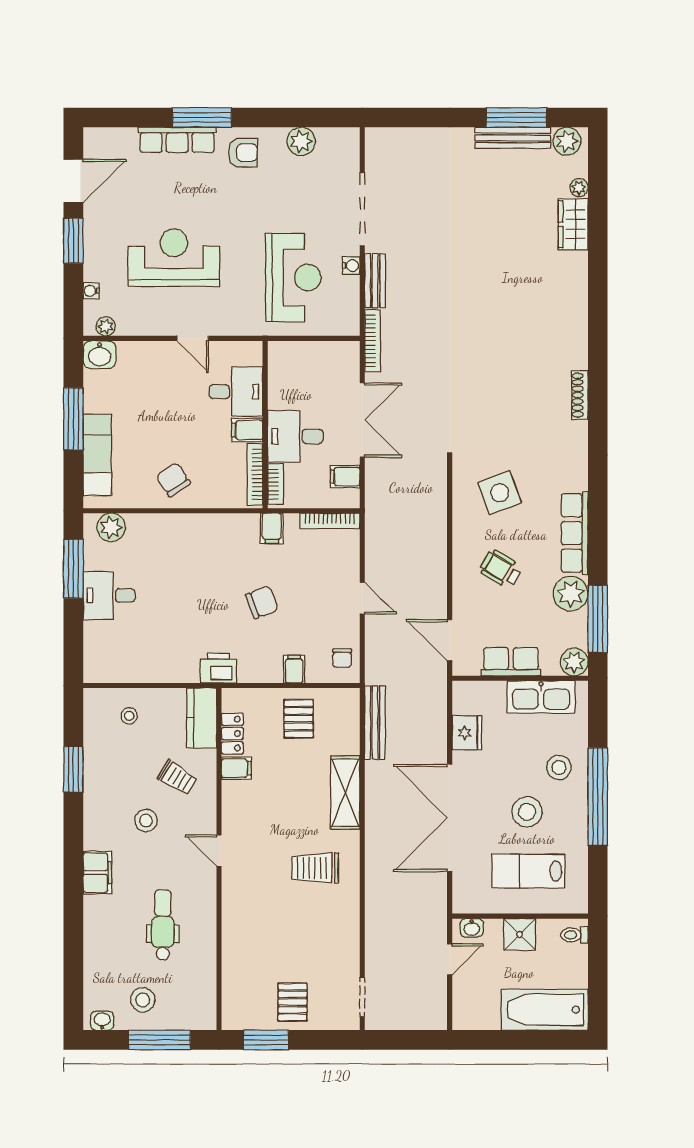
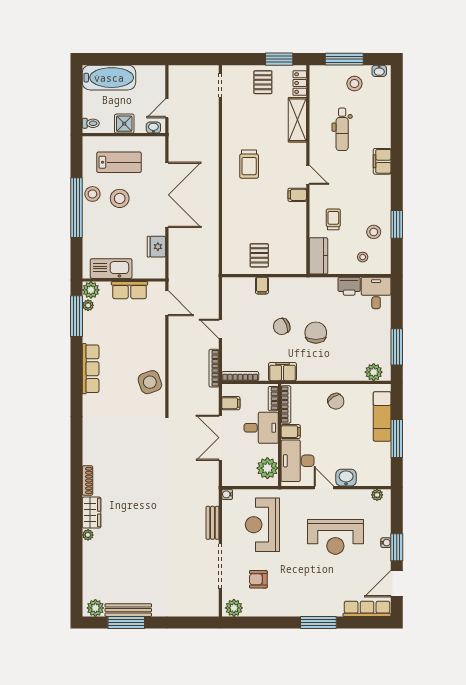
row of seats: (177, 140) -> (367, 609), moved
plant: (301, 141) -> (234, 608), moved
armchair: (243, 153) -> (258, 579), moved
plant: (579, 188) -> (88, 535), moved
wardrobe: (573, 224) -> (92, 513), moved
water cooler: (351, 265) -> (227, 494), moved
water cooler: (91, 291) -> (386, 543), moved
bookcase: (373, 341) -> (214, 368), moved
washbasin: (100, 355) -> (346, 478), moved
plant: (285, 370) -> (267, 468), added
desk: (236, 392) -> (298, 461), width x1.37
shoe rack: (580, 395) -> (87, 481), moved
side table: (500, 493) -> (150, 382), moved
filing cabinet: (272, 528) -> (282, 372), width x2.00
wheelchair: (501, 569) -> (136, 347), removed
plant: (571, 594) -> (88, 305), moved, width x0.53, depth x0.53
desk: (109, 596) -> (376, 293), moved, turned -90
chair: (342, 658) -> (316, 333), moved, width x1.87, depth x1.87
printer: (218, 668) -> (349, 286), moved
bench: (375, 723) -> (213, 253), removed
locker: (232, 734) -> (300, 83), moved
filing cabinet: (236, 768) -> (297, 195), moved
stool: (559, 768) -> (92, 194), moved
trolley: (177, 778) -> (333, 219), turned 58
shelving: (345, 793) -> (297, 120), moved
stool: (146, 820) -> (374, 232), moved
trolley: (315, 868) -> (249, 164), turned 90

